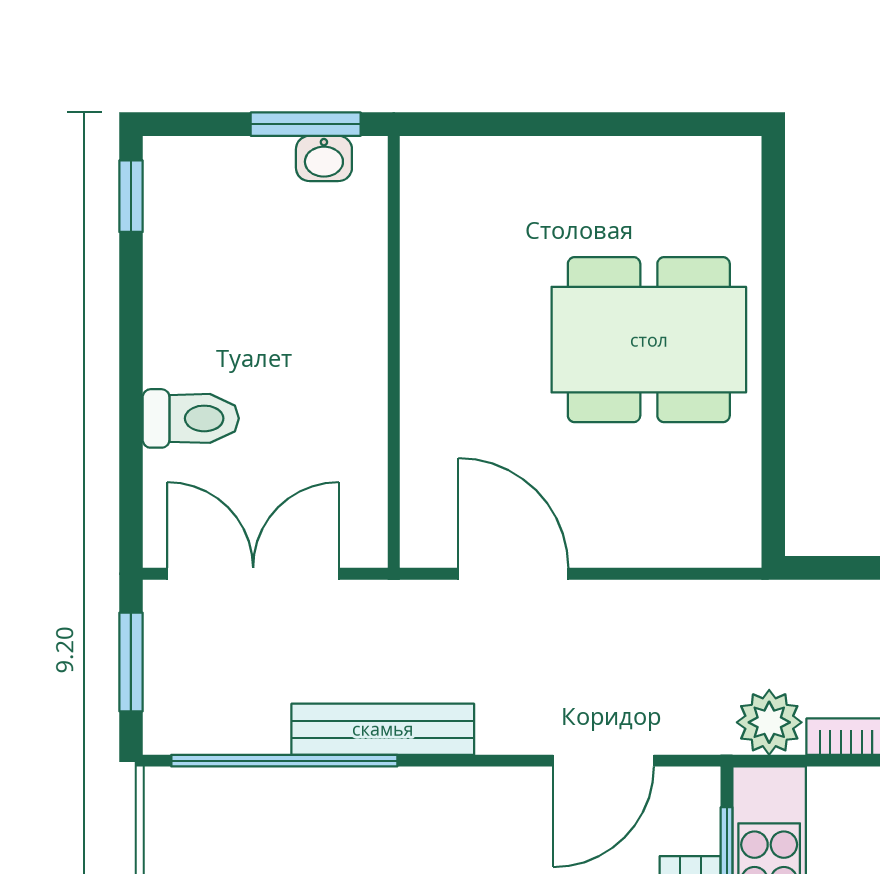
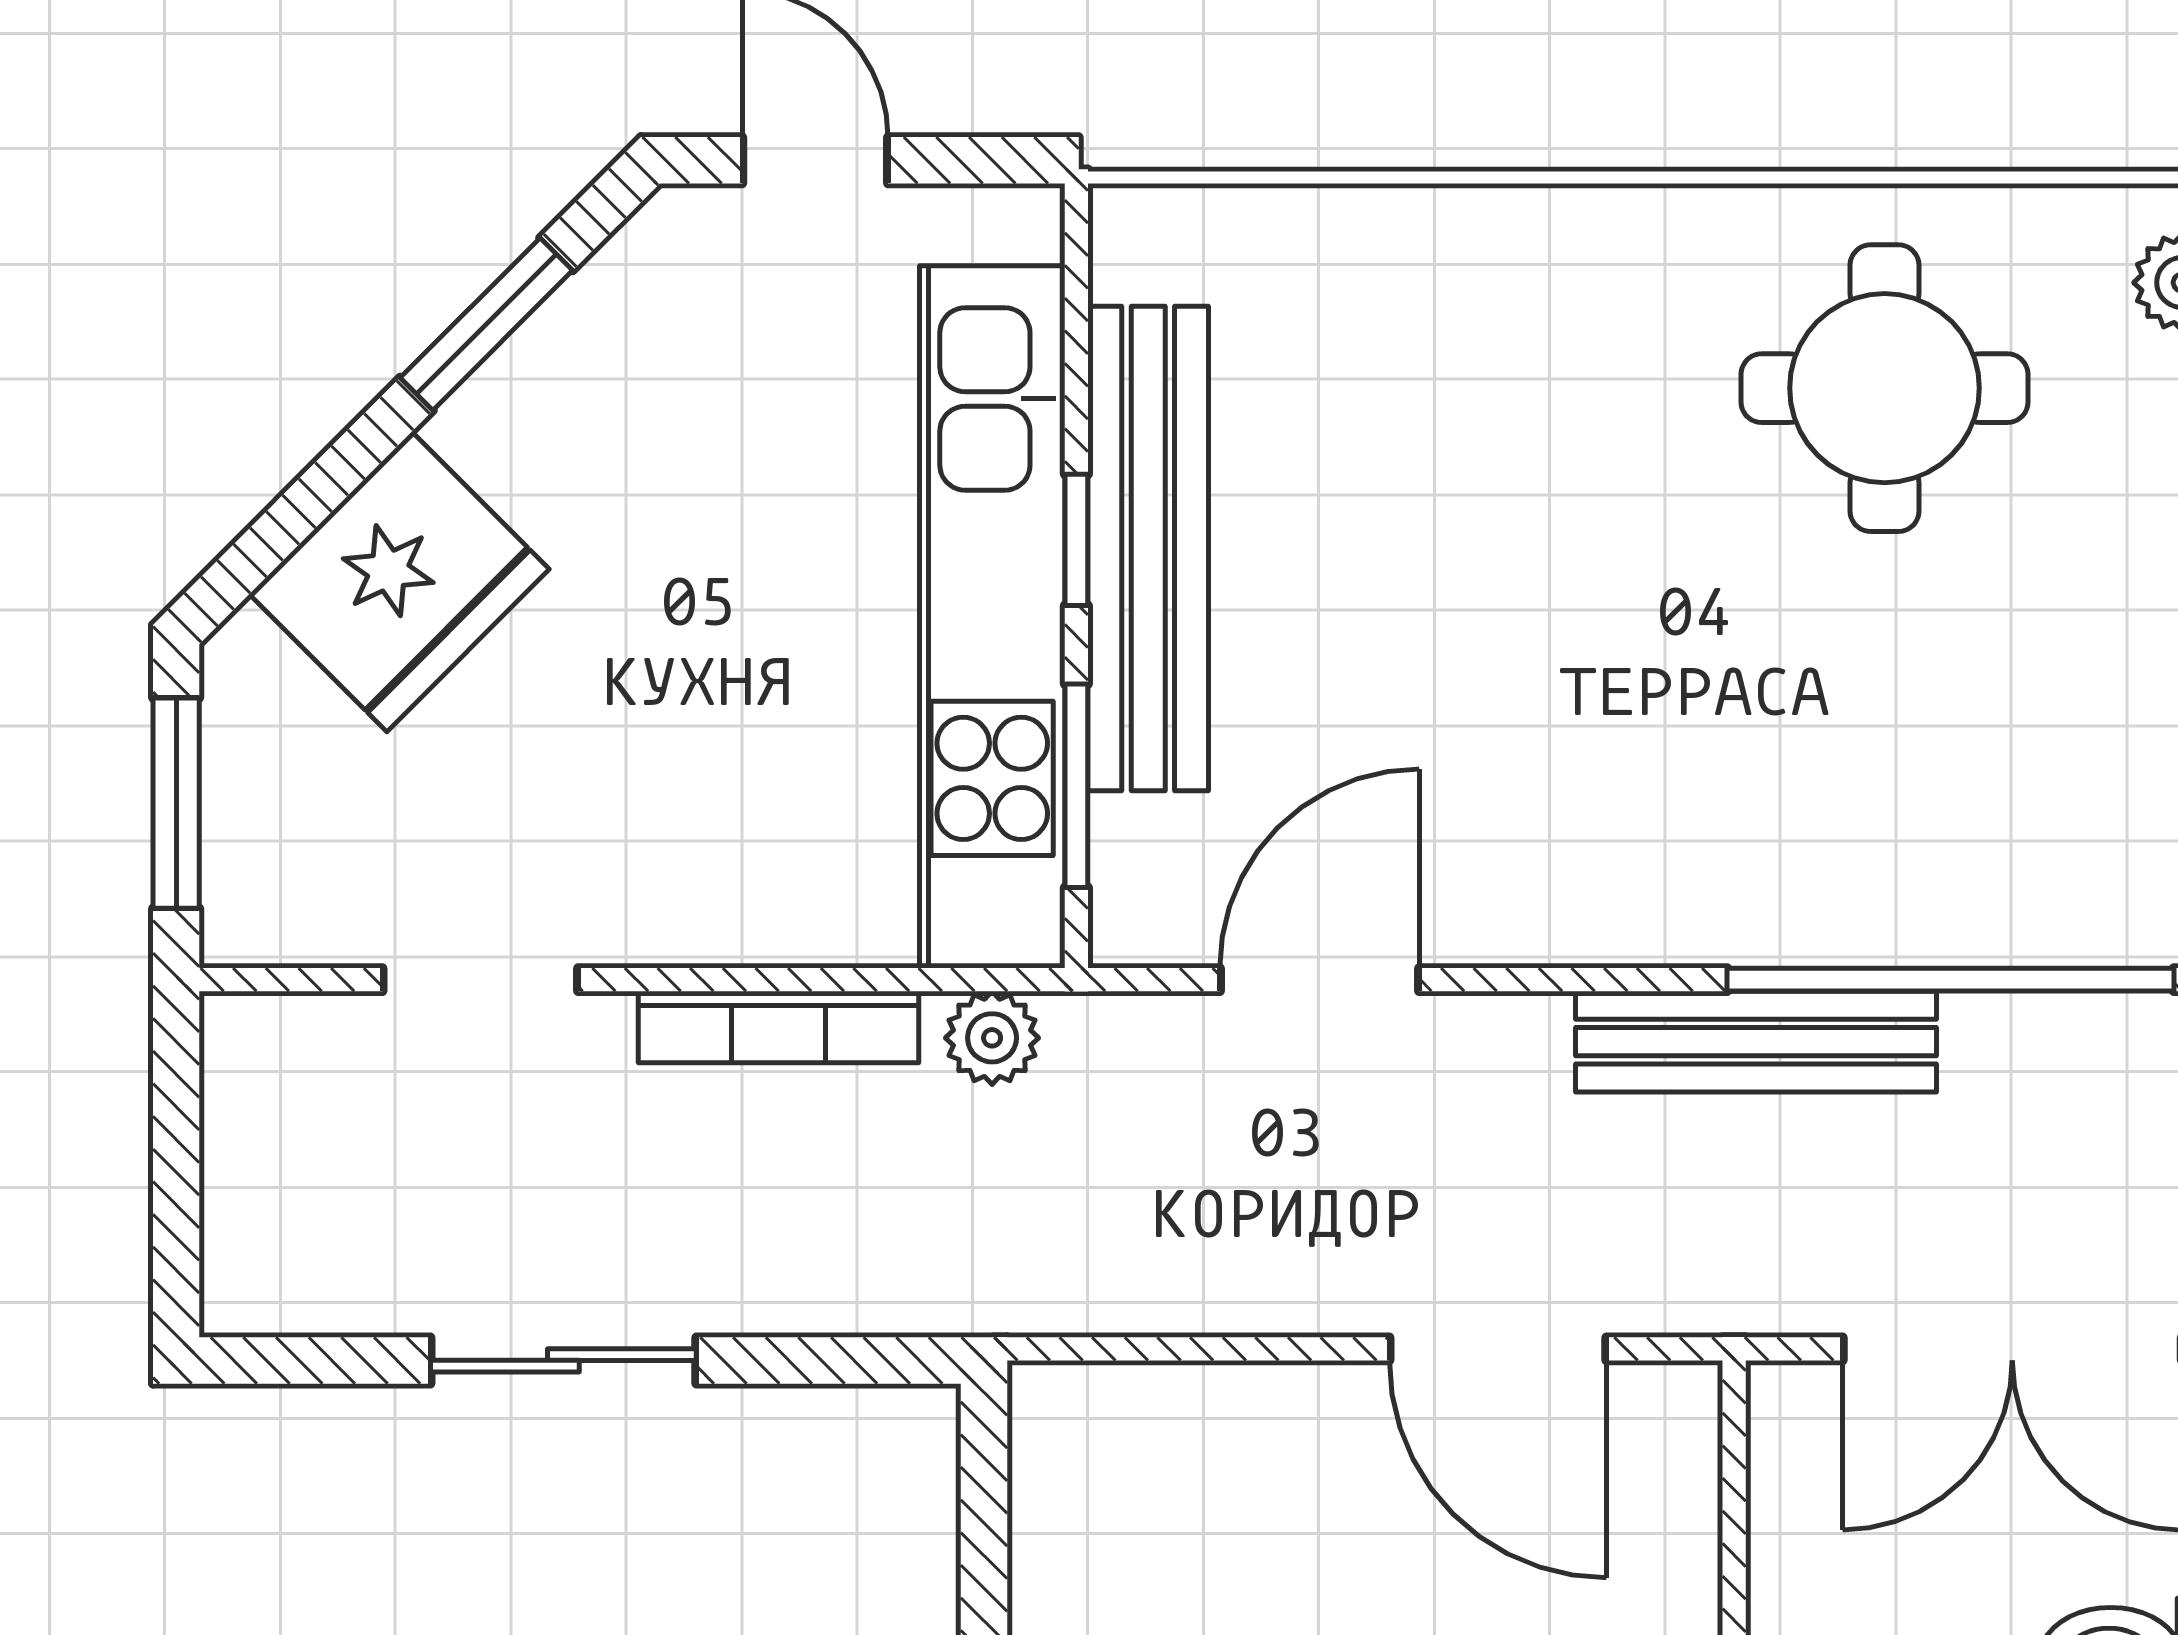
plant: (769, 722) -> (992, 1038), width x0.73, depth x0.73

